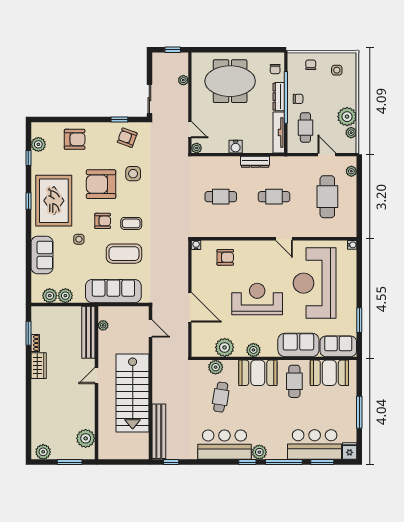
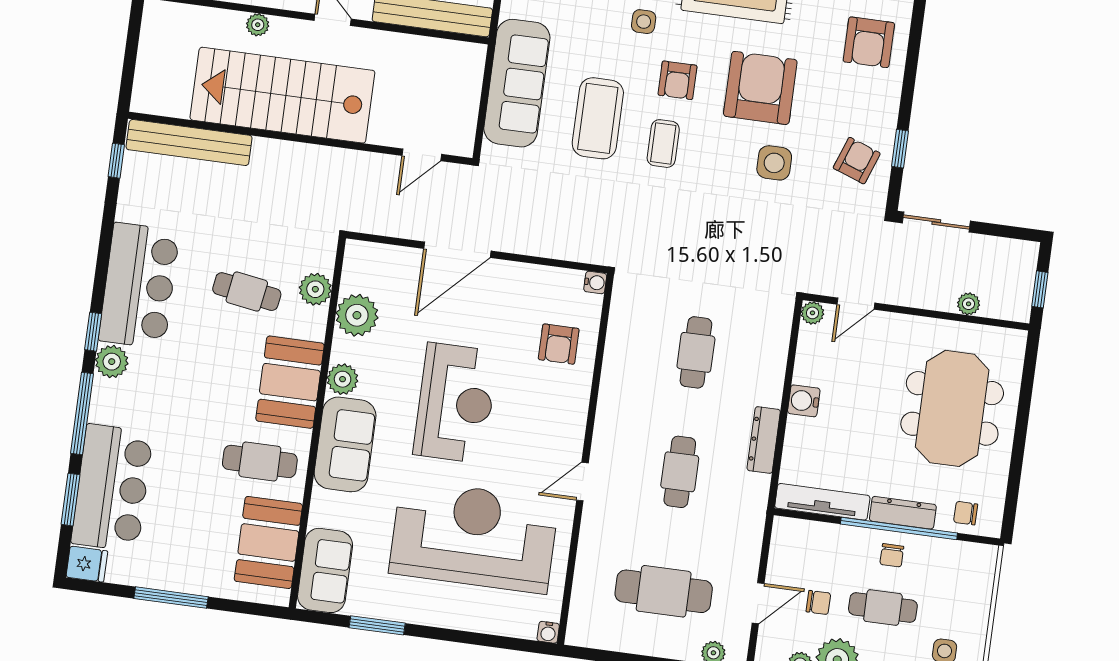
chair: (311, 65) -> (818, 602), moved
cafe table: (305, 128) -> (883, 608), moved
plant: (103, 325) -> (258, 25), moved
sofa: (298, 345) -> (345, 444), moved

